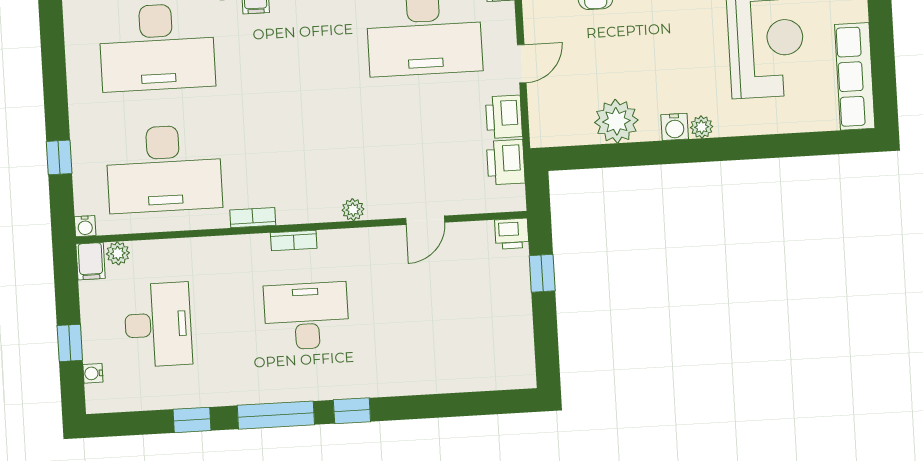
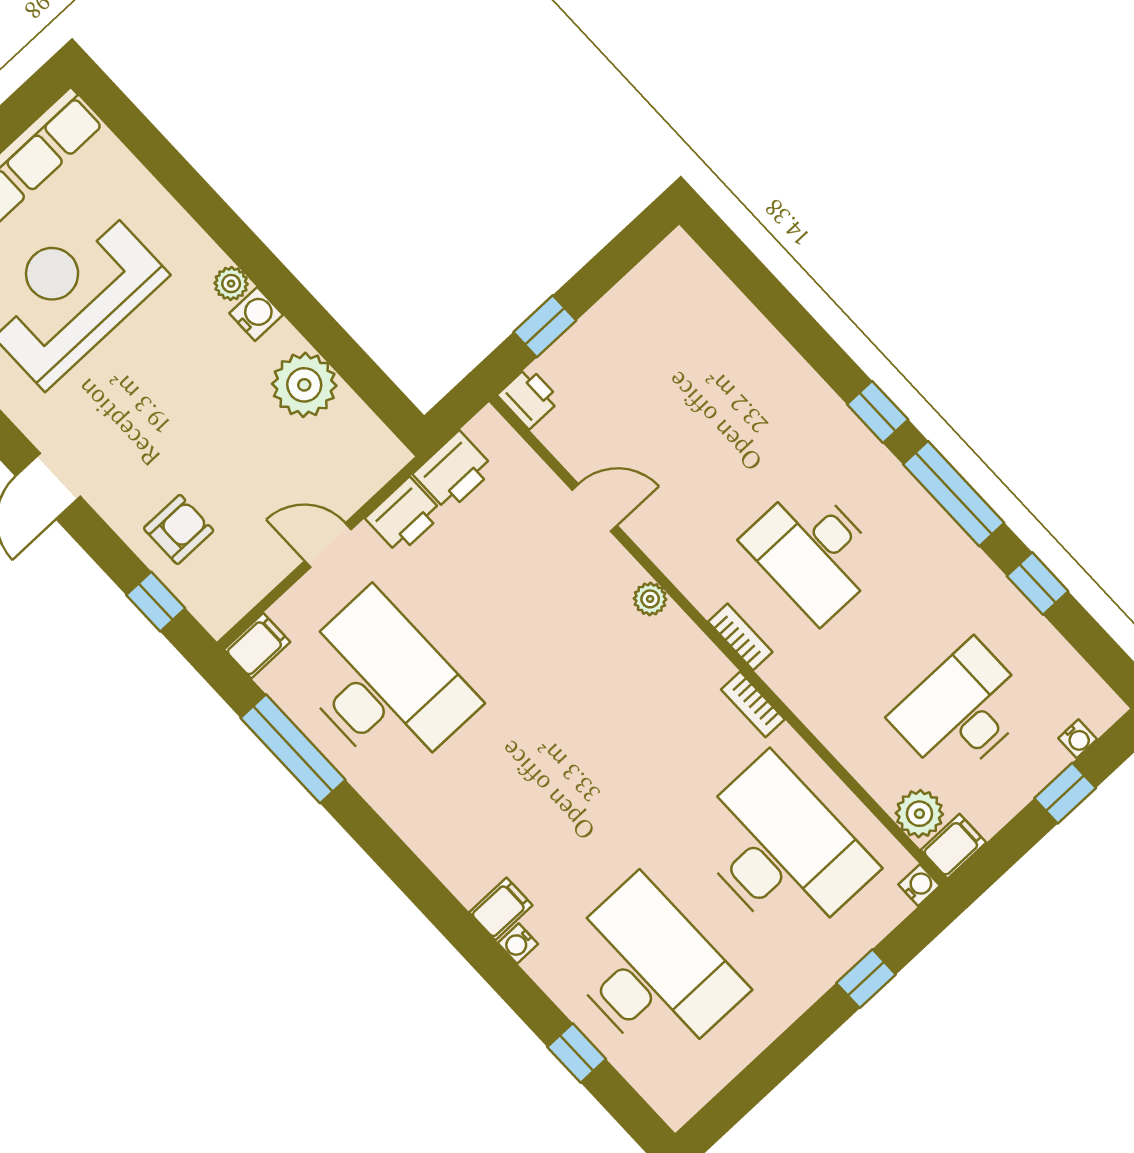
plant: (118, 253) -> (919, 814), width x1.38, depth x1.38

